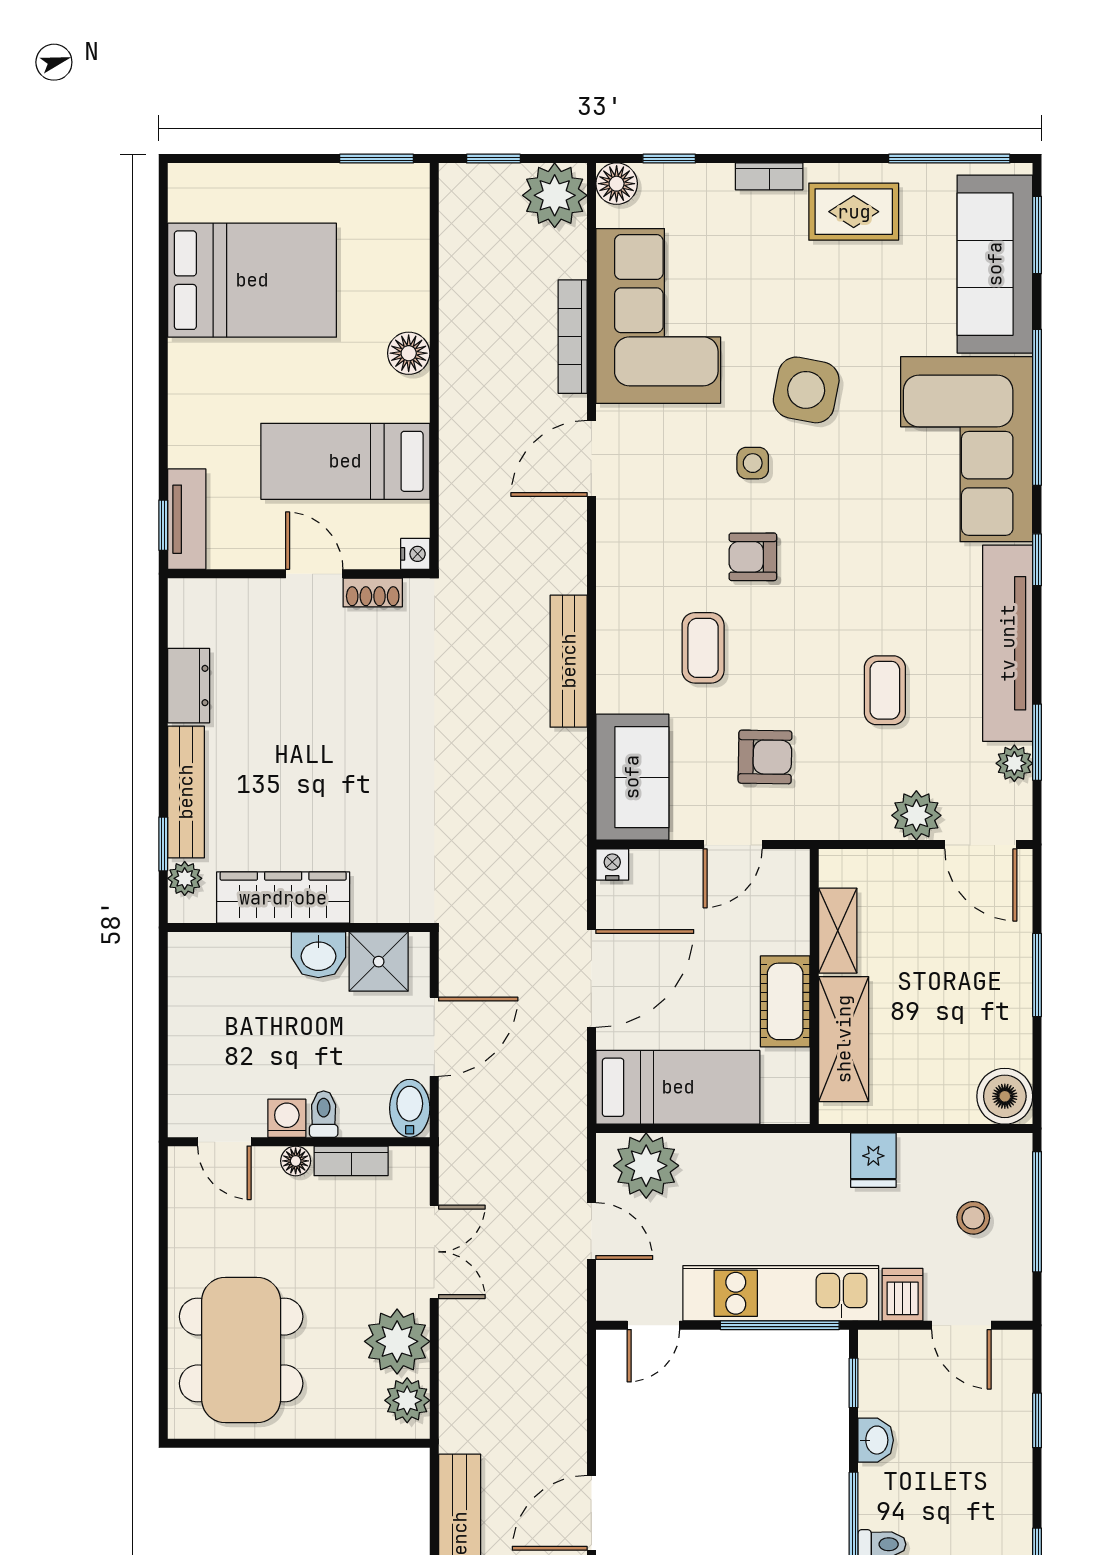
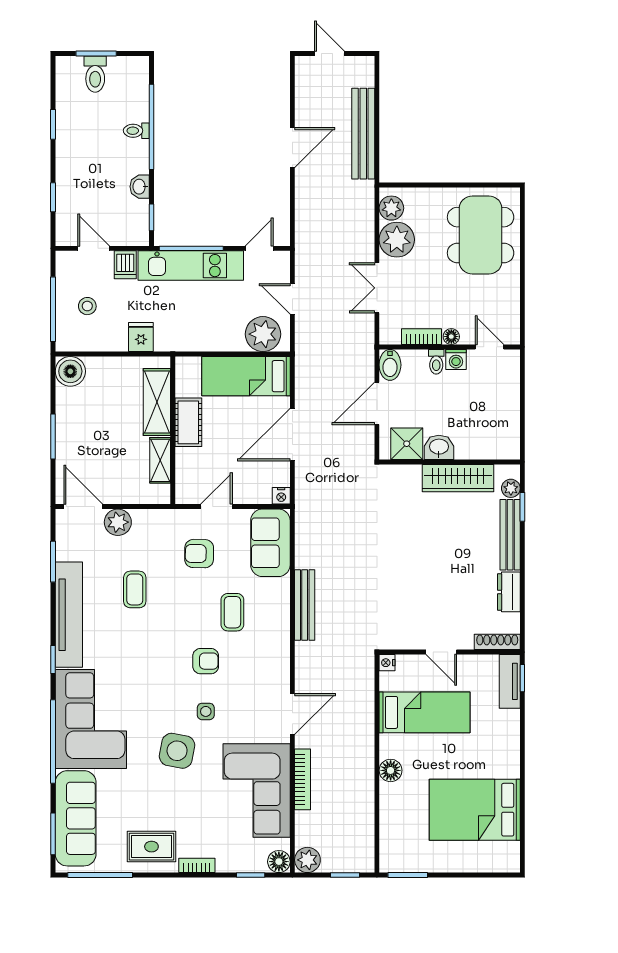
plant: (555, 195) -> (307, 860), width x0.73, depth x0.73
shoe rack: (373, 592) -> (497, 642), moved, width x1.43
plant: (1014, 763) -> (65, 550), removed

